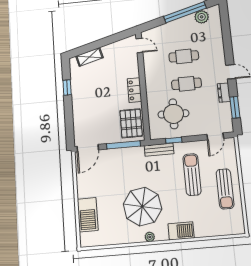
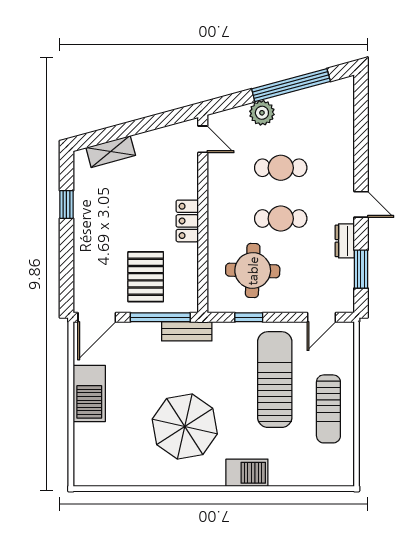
plant: (202, 17) -> (262, 113), moved
pallet: (131, 123) -> (146, 277), moved
bench: (159, 150) -> (187, 331), moved
sun lounger: (192, 175) -> (275, 380), width x1.36, depth x1.34
barbecue: (88, 215) -> (89, 394), moved
plant: (150, 237) -> (193, 478), removed

